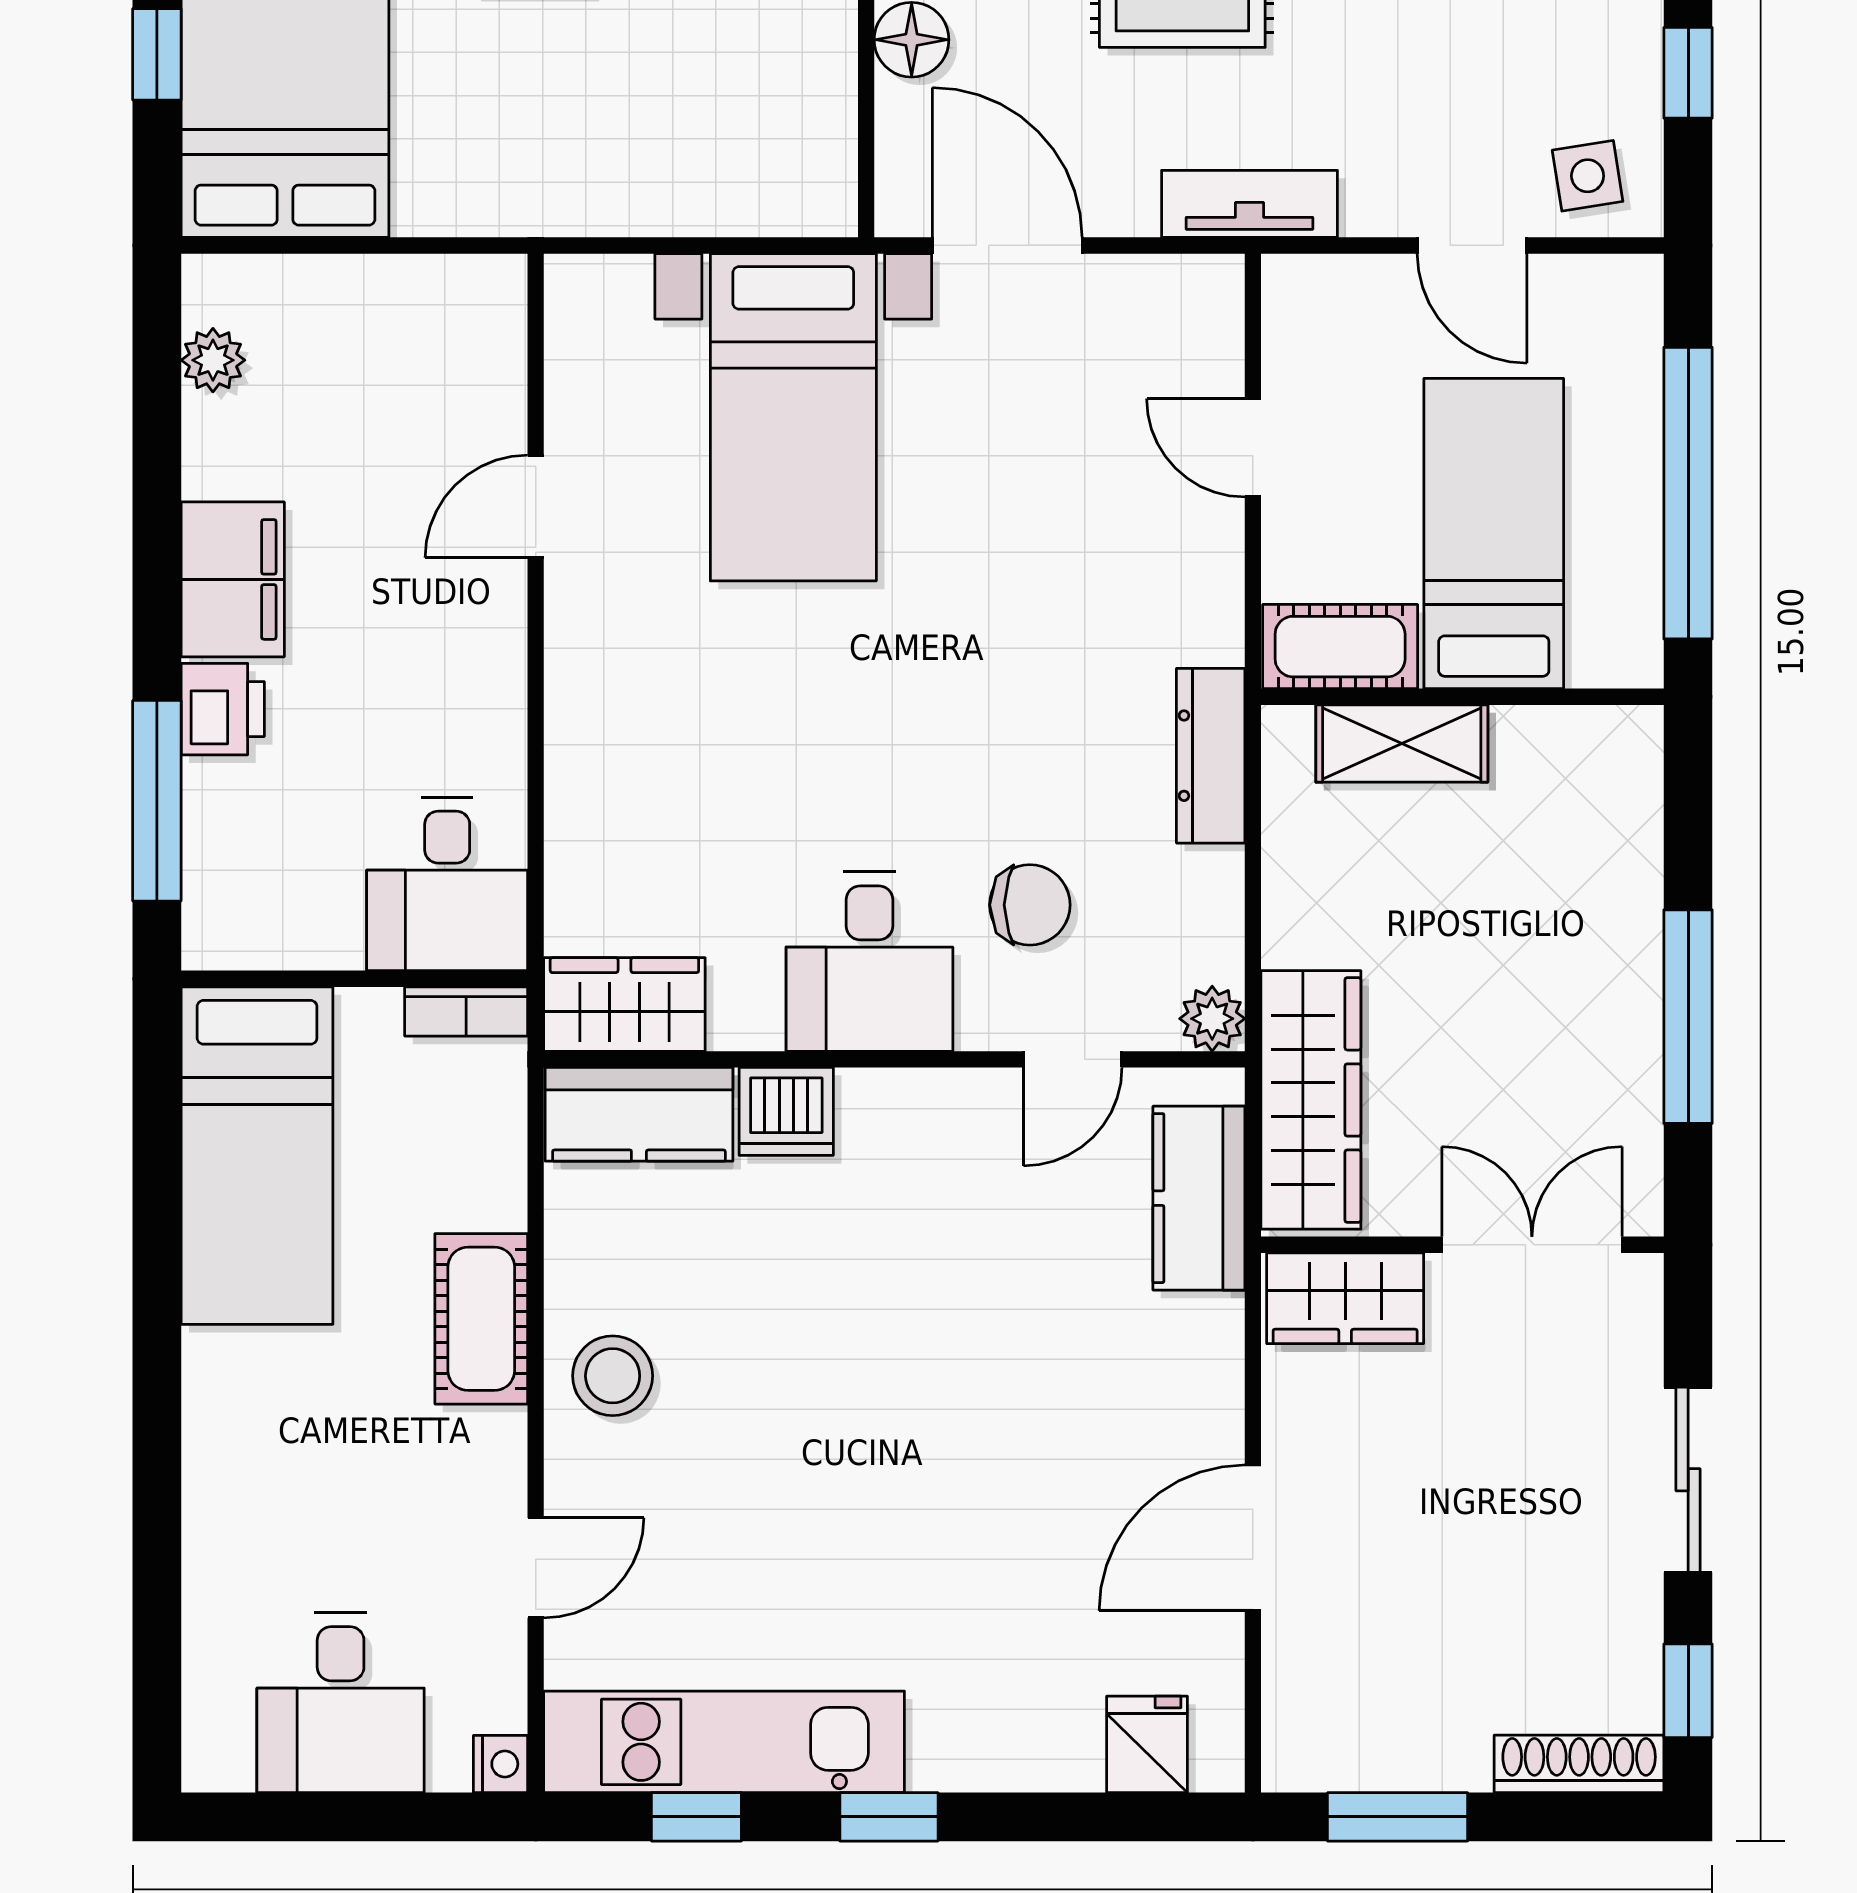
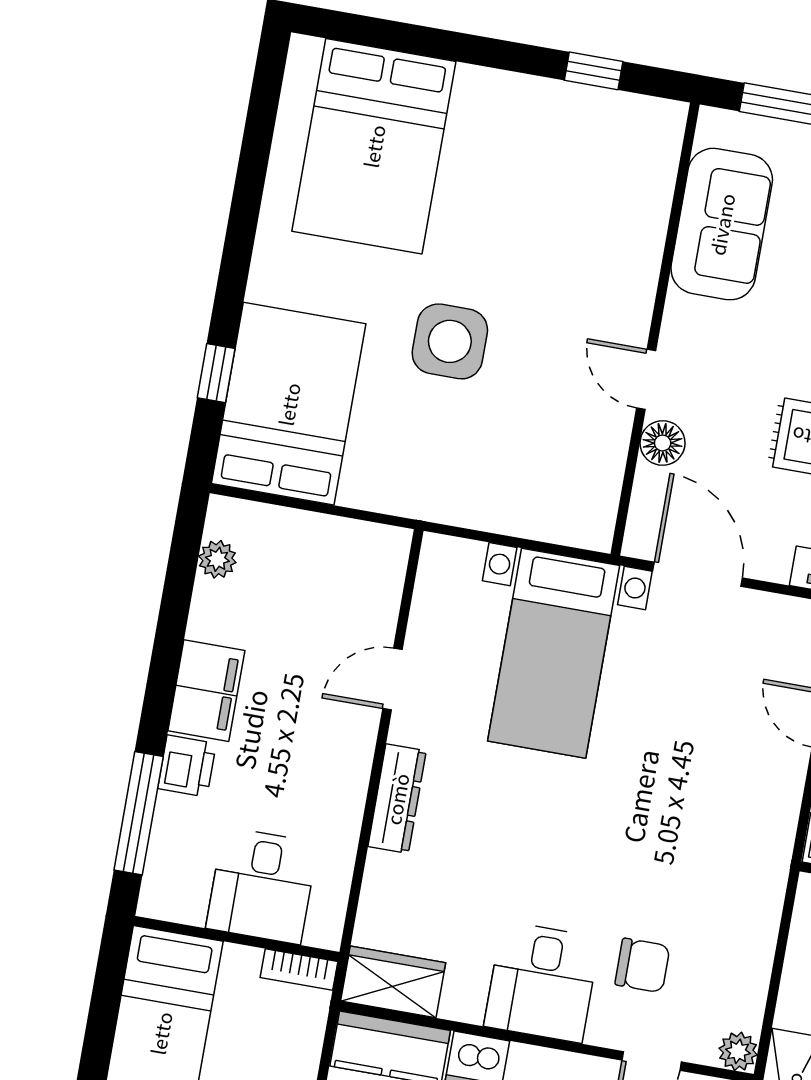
dresser: (1211, 756) -> (397, 799), moved, turned 180
desk: (447, 884) -> (262, 886), moved

